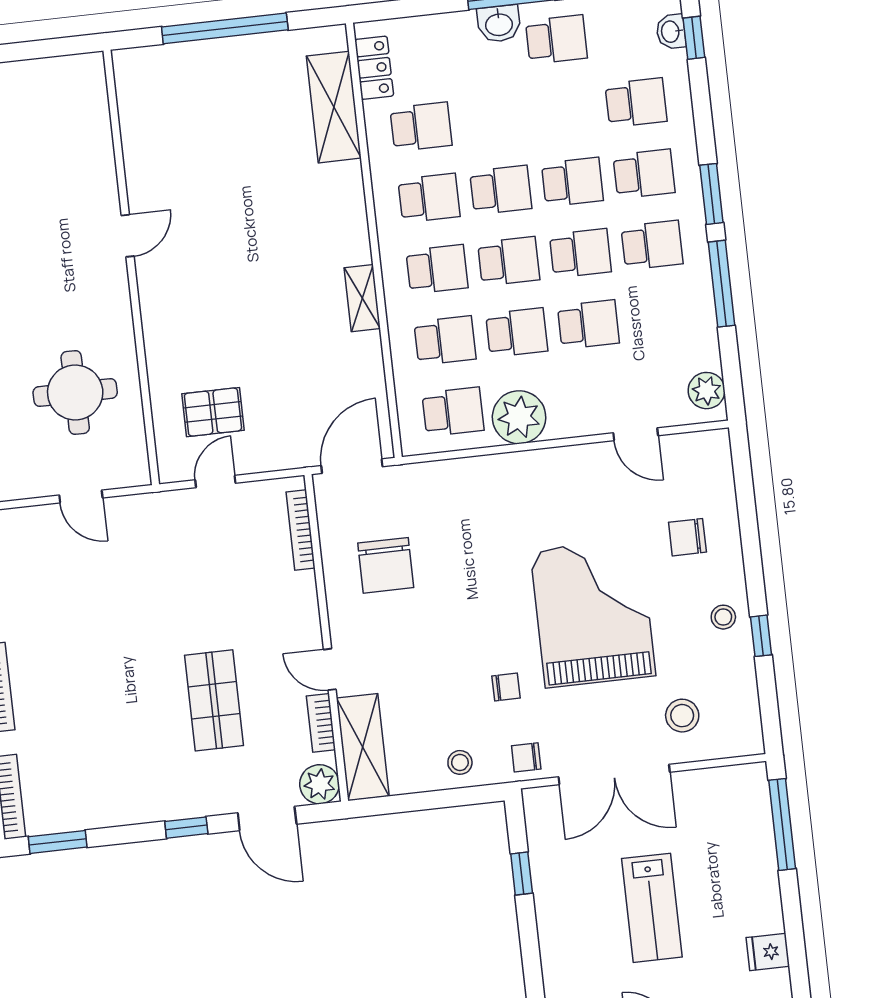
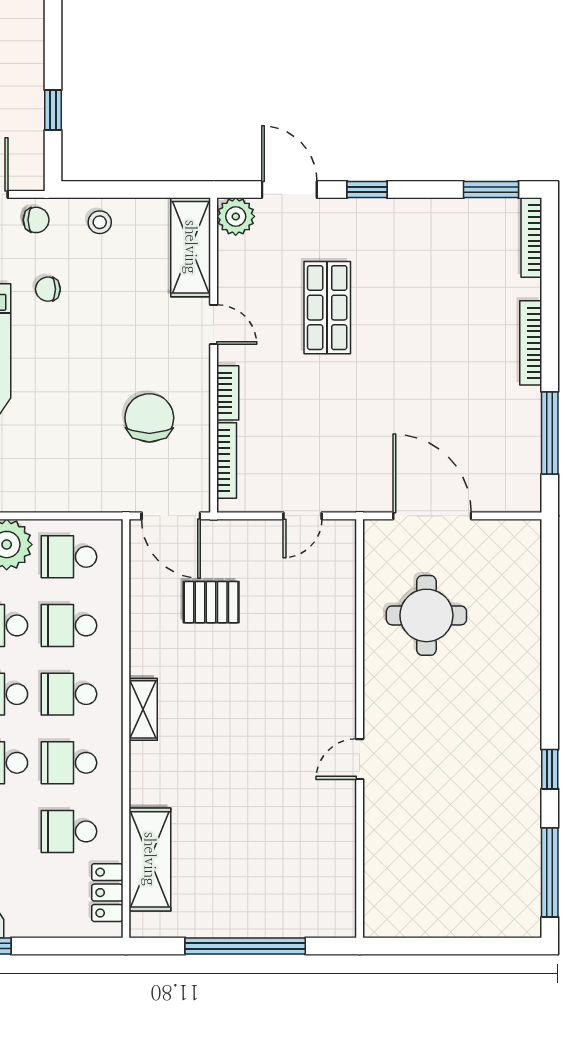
shelving: (362, 298) -> (143, 709), moved
pallet: (213, 412) -> (211, 602), moved
door: (352, 466) -> (171, 516), hinge flipped
door: (81, 497) -> (432, 516), width x1.88
bookcase: (321, 723) -> (228, 393), moved

